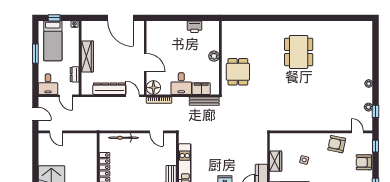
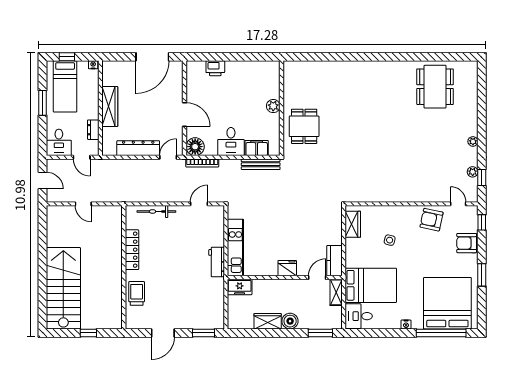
door: (120, 18) -> (152, 57), hinge flipped
printer: (195, 27) -> (215, 68), moved
dining table: (299, 52) -> (435, 87), moved
door: (133, 96) -> (168, 157), hinge flipped
door: (56, 132) -> (83, 204), moved
door: (156, 132) -> (199, 204), swing flipped
wardrobe: (276, 161) -> (353, 224), moved

